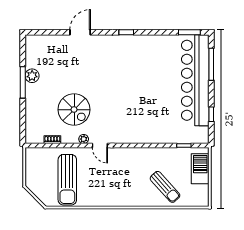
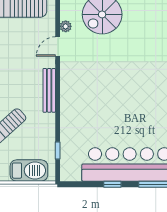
window: (211, 114) -> (112, 184), moved
bench: (135, 152) -> (49, 90), added

